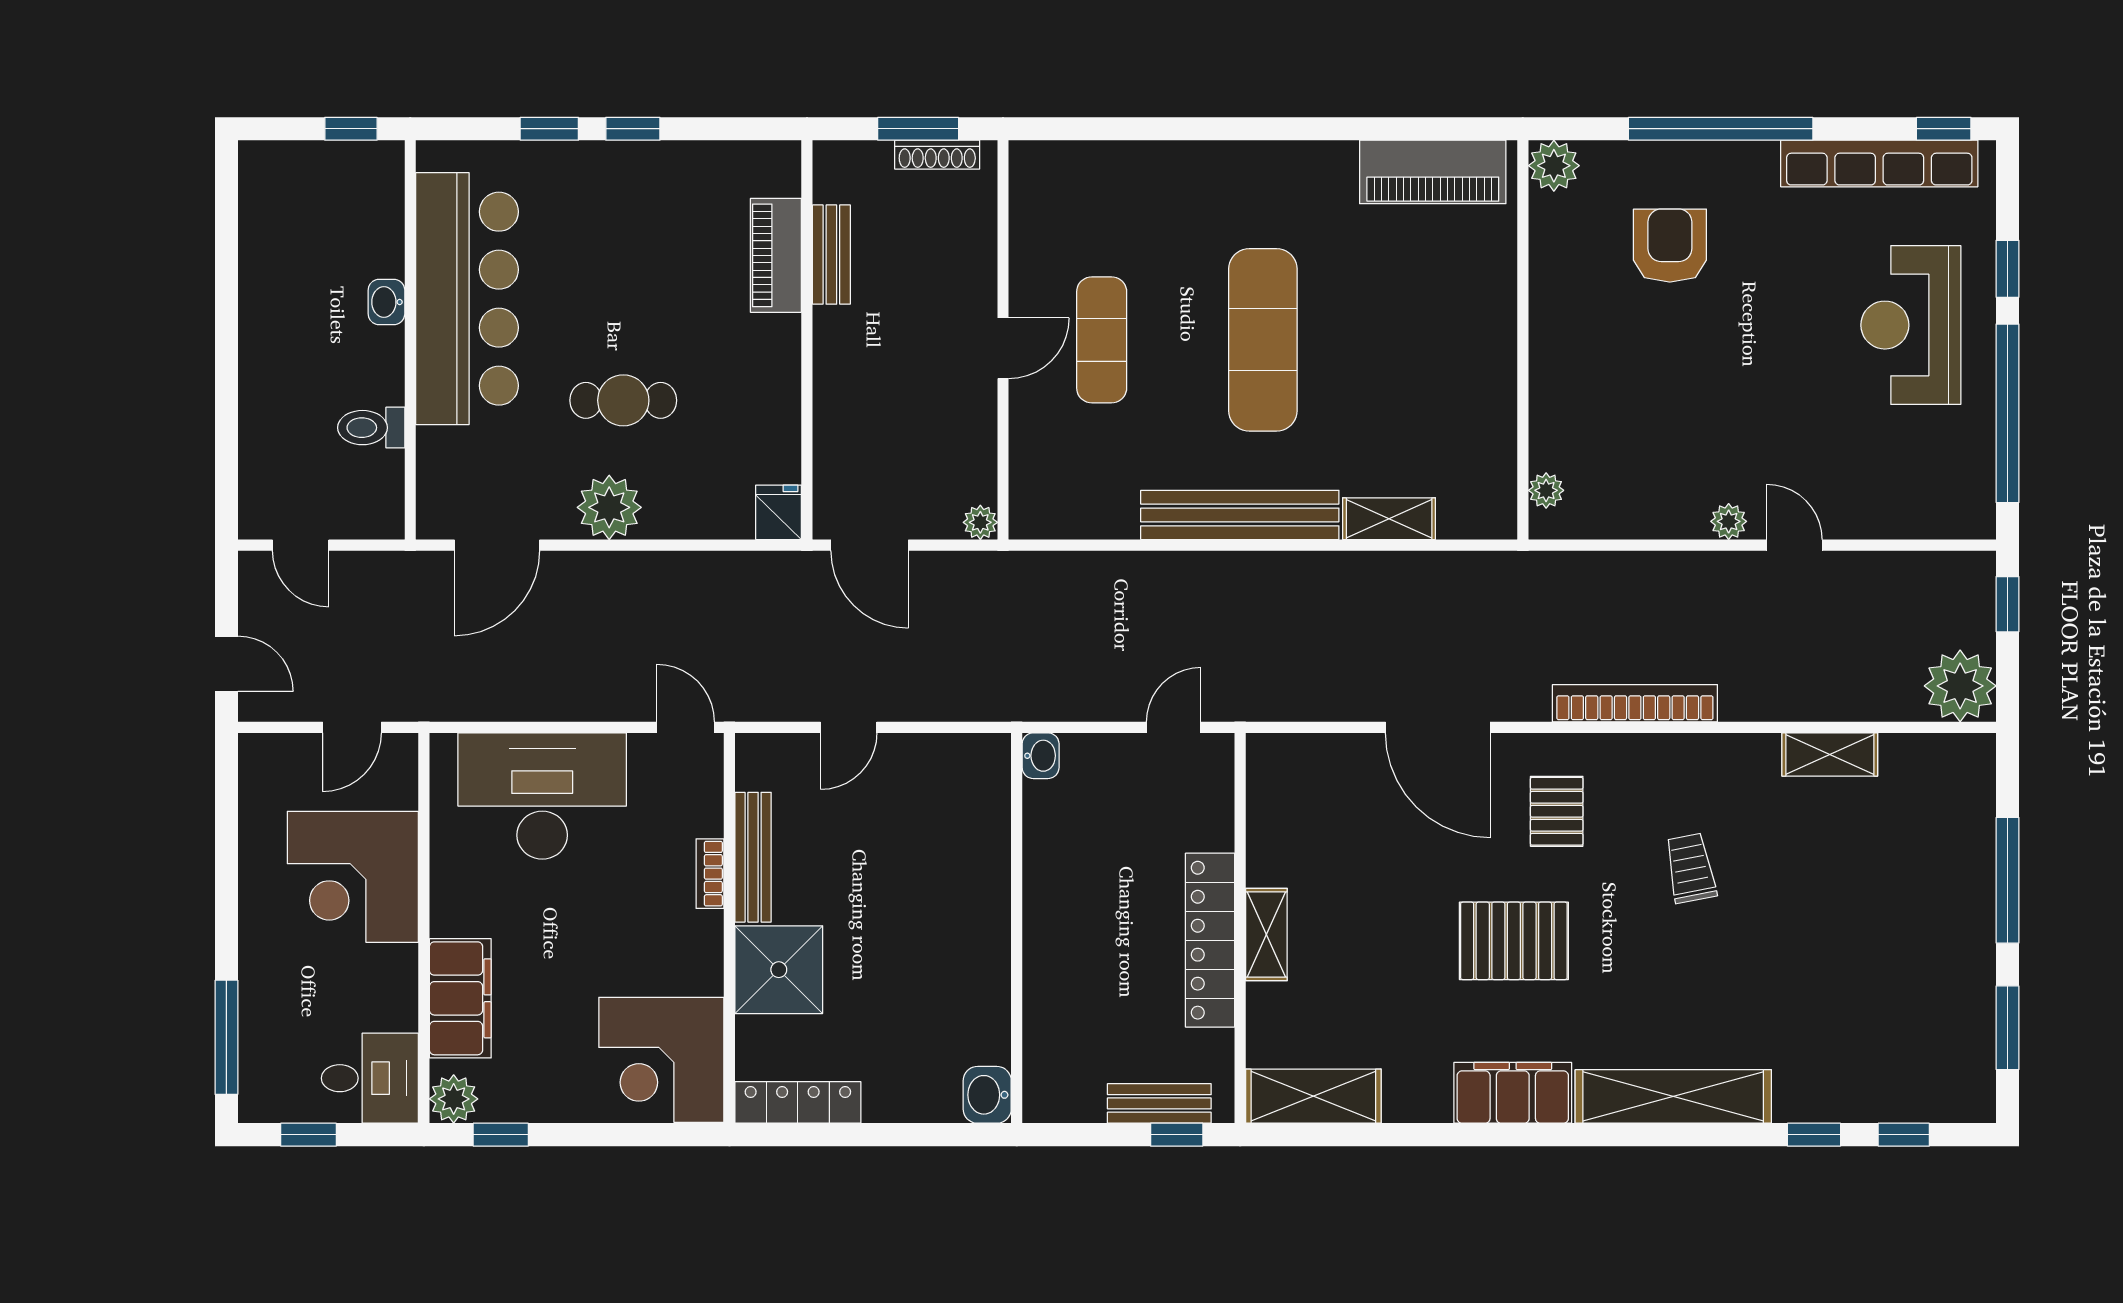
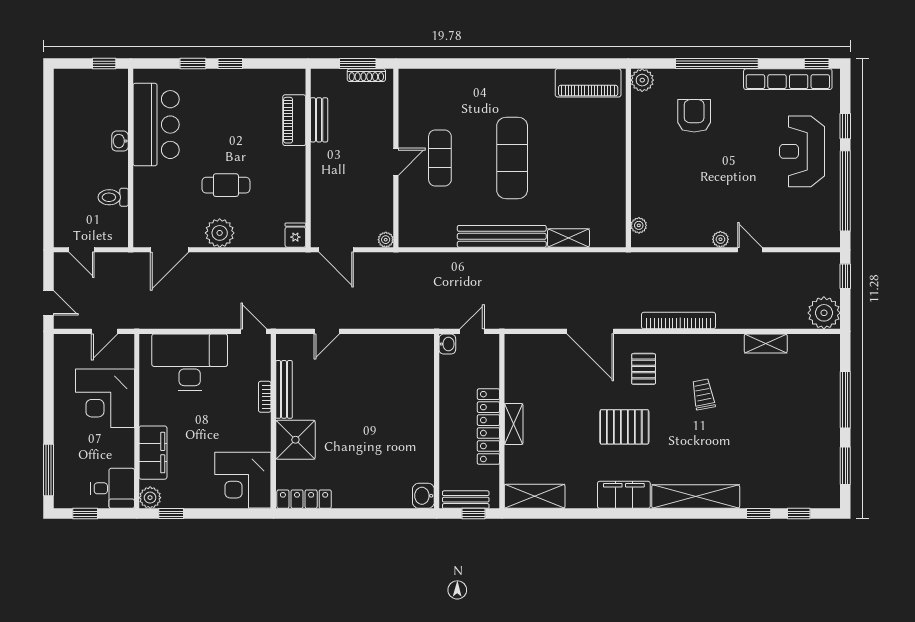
bar counter: (467, 299) -> (156, 125), width x0.73
washbasin: (1041, 756) -> (447, 344), moved
wall: (1017, 928) -> (437, 421), moved
washbasin: (987, 1095) -> (423, 496), moved

